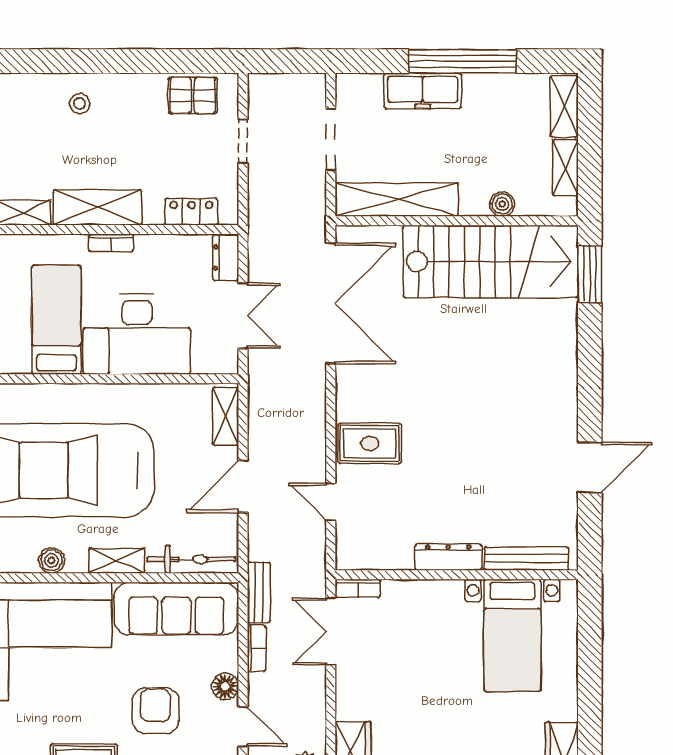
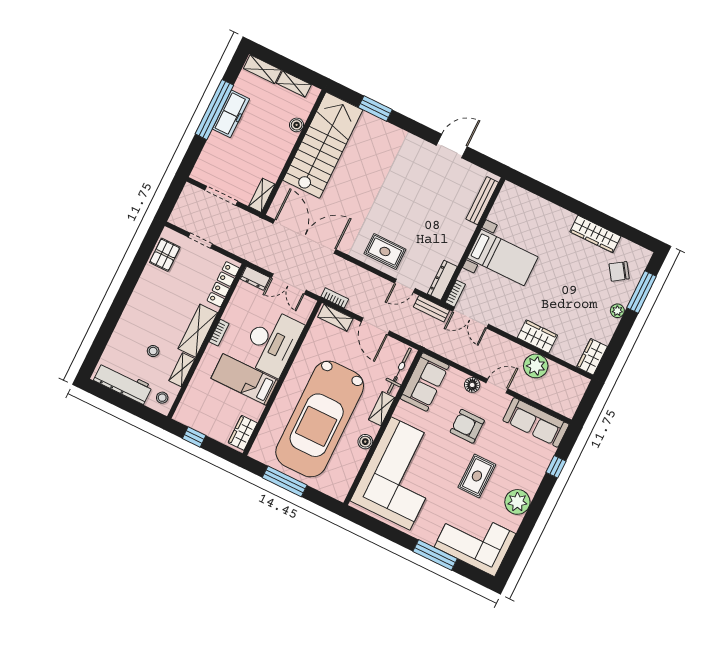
freezer: (423, 91) -> (231, 114), moved
stool: (80, 104) -> (153, 351), moved
shelving: (397, 199) -> (262, 195), width x0.45, depth x0.75
locker: (191, 212) -> (223, 284), width x1.53
window: (590, 274) -> (375, 108), moved
double door: (243, 316) -> (289, 284), swing flipped
rug: (370, 443) -> (385, 251), turned 90
door: (590, 467) -> (452, 146), hinge flipped
dresser: (448, 557) -> (442, 280), moved
bench: (259, 592) -> (431, 309), moved
sofa: (176, 609) -> (425, 382), width x0.73
bed with nightstands: (512, 635) -> (503, 258), moved
bookcase: (257, 648) -> (335, 298), moved

